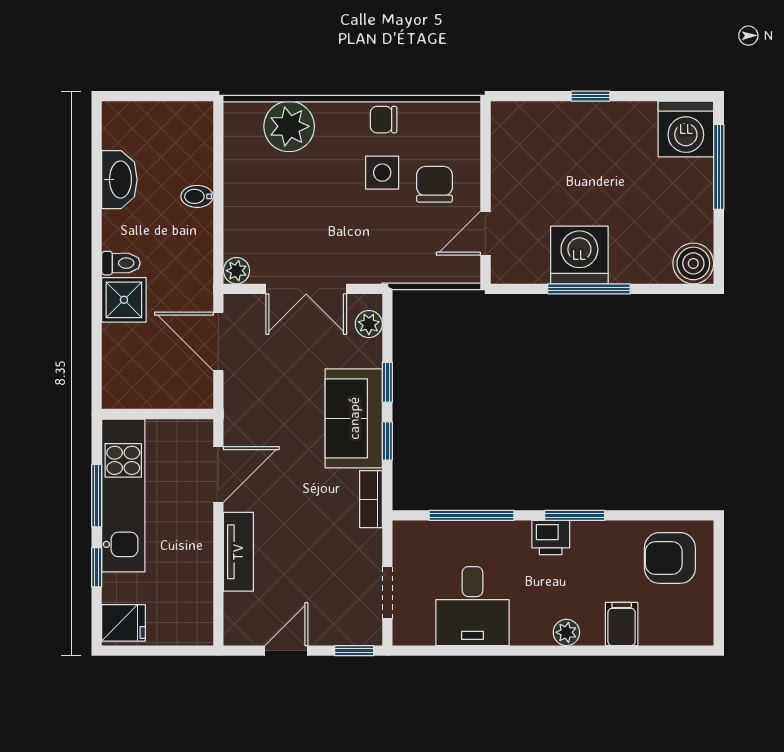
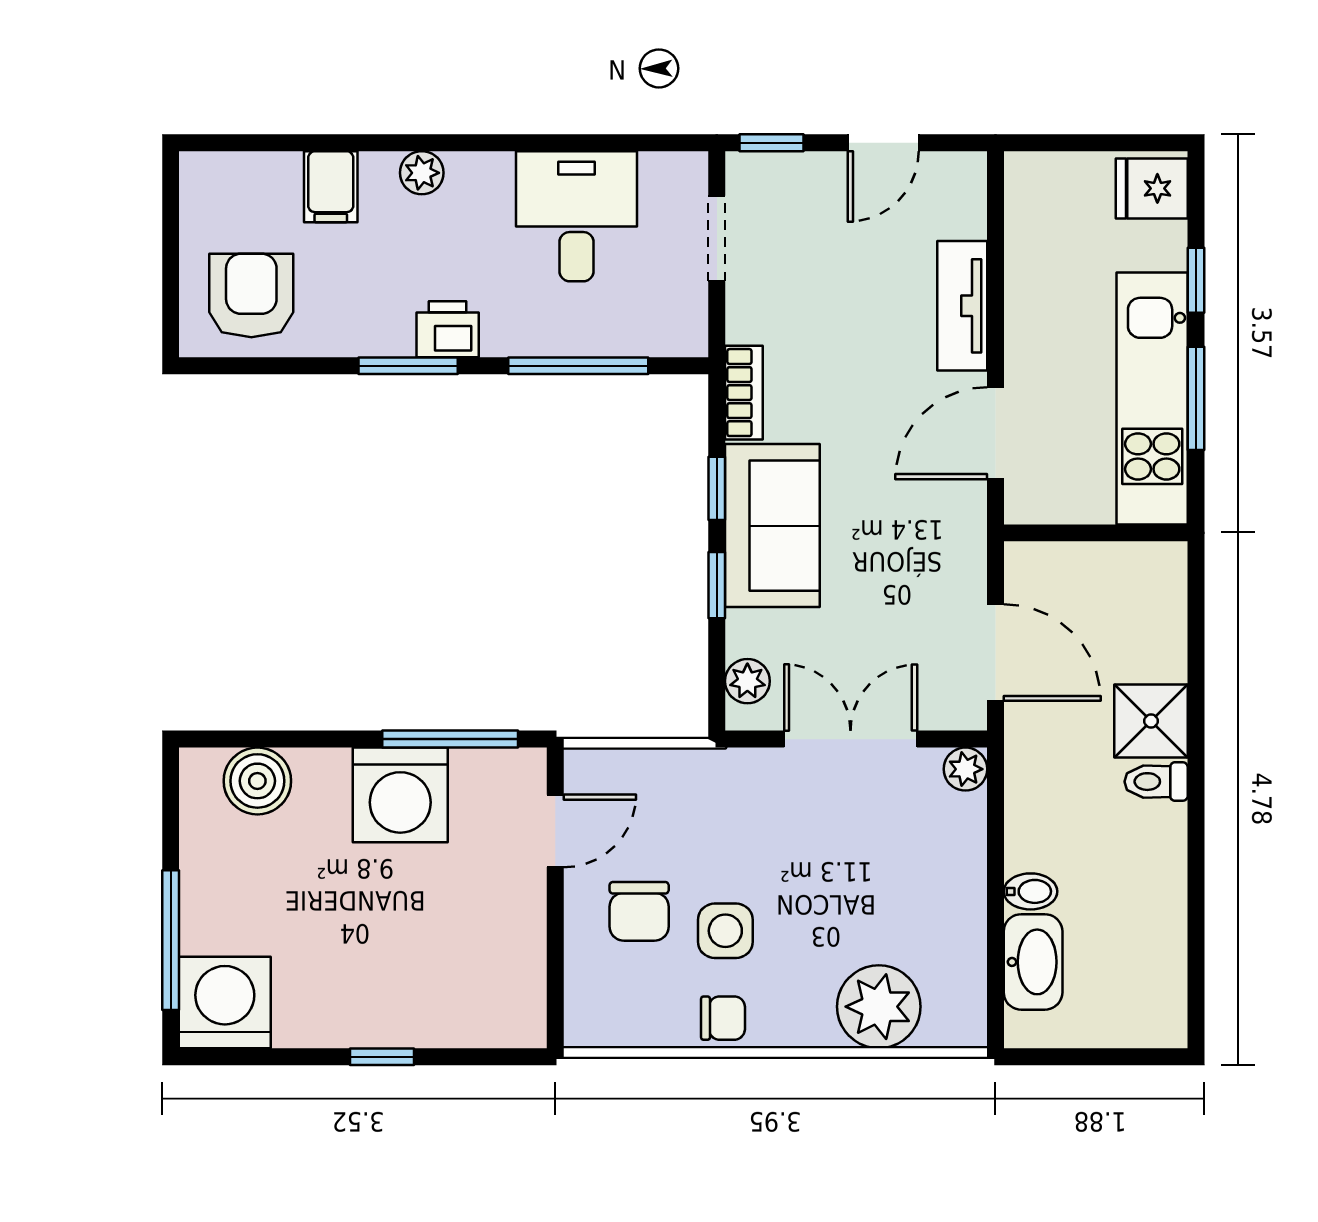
washbasin: (119, 180) -> (1033, 962), moved, turned 180
boiler: (693, 263) -> (257, 781), moved
window: (589, 289) -> (450, 739), moved
armchair: (670, 558) -> (251, 295), turned -90

